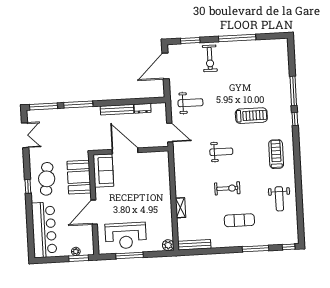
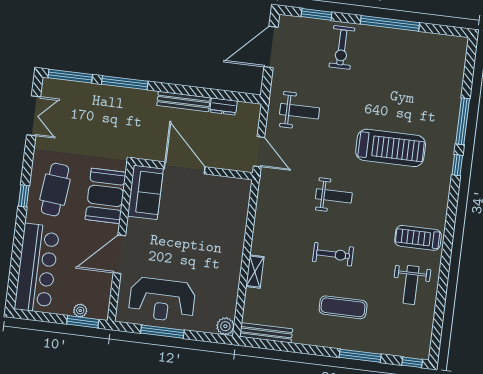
treadmill: (251, 116) -> (391, 148), width x1.37, depth x1.38
treadmill: (276, 154) -> (418, 238), moved, turned -90

